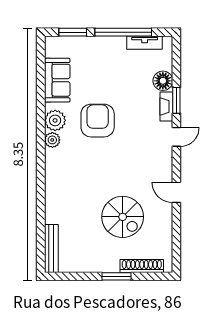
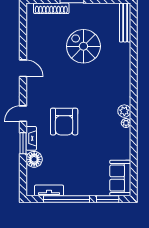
sofa: (57, 80) -> (120, 178), moved
plant: (55, 120) -> (126, 123), width x0.53, depth x0.53
armchair: (98, 121) -> (64, 122), moved
spiral stairs: (123, 217) -> (83, 46), moved

